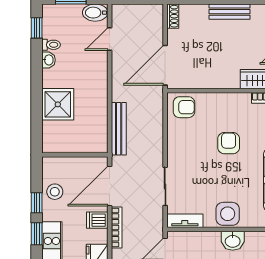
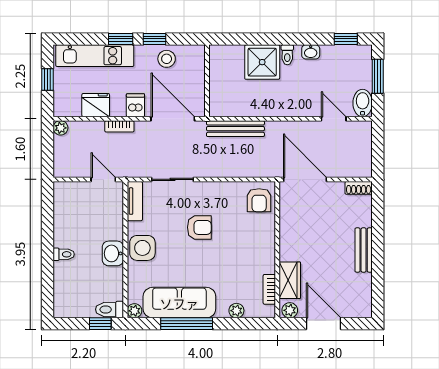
toilet: (51, 45) -> (287, 55), moved
armchair: (229, 143) -> (199, 227), moved
bookcase: (117, 227) -> (119, 126), width x0.64

